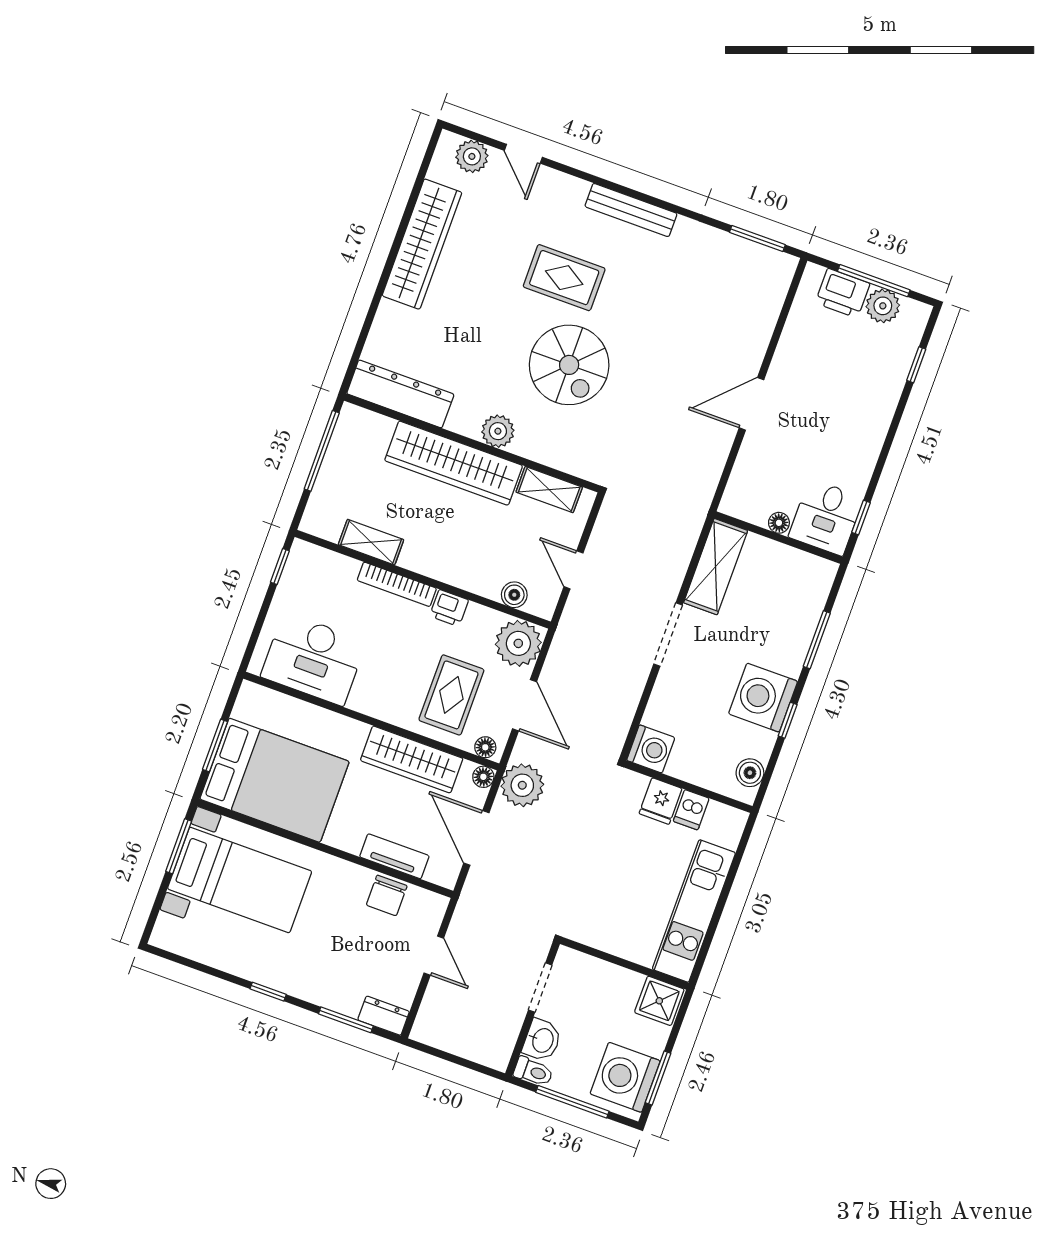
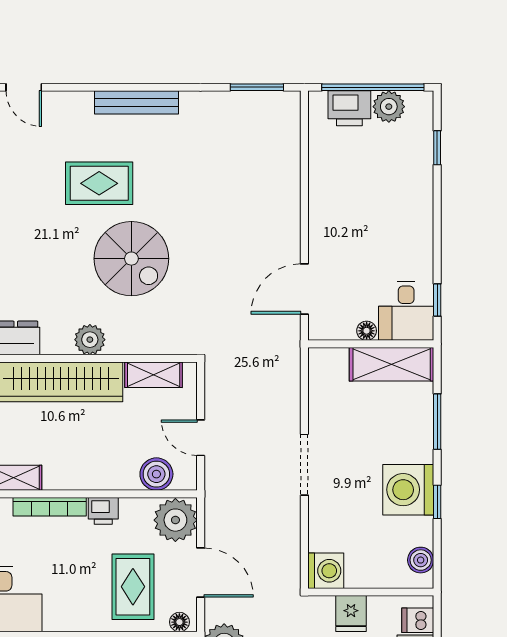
window: (874, 281) -> (373, 87), width x1.46
door: (751, 404) -> (304, 289), moved
shelving: (716, 567) -> (392, 364), moved, turned 90
boiler: (514, 595) -> (156, 474), width x1.36, depth x1.36
dishwasher: (691, 810) -> (418, 620), moved, turned 90

